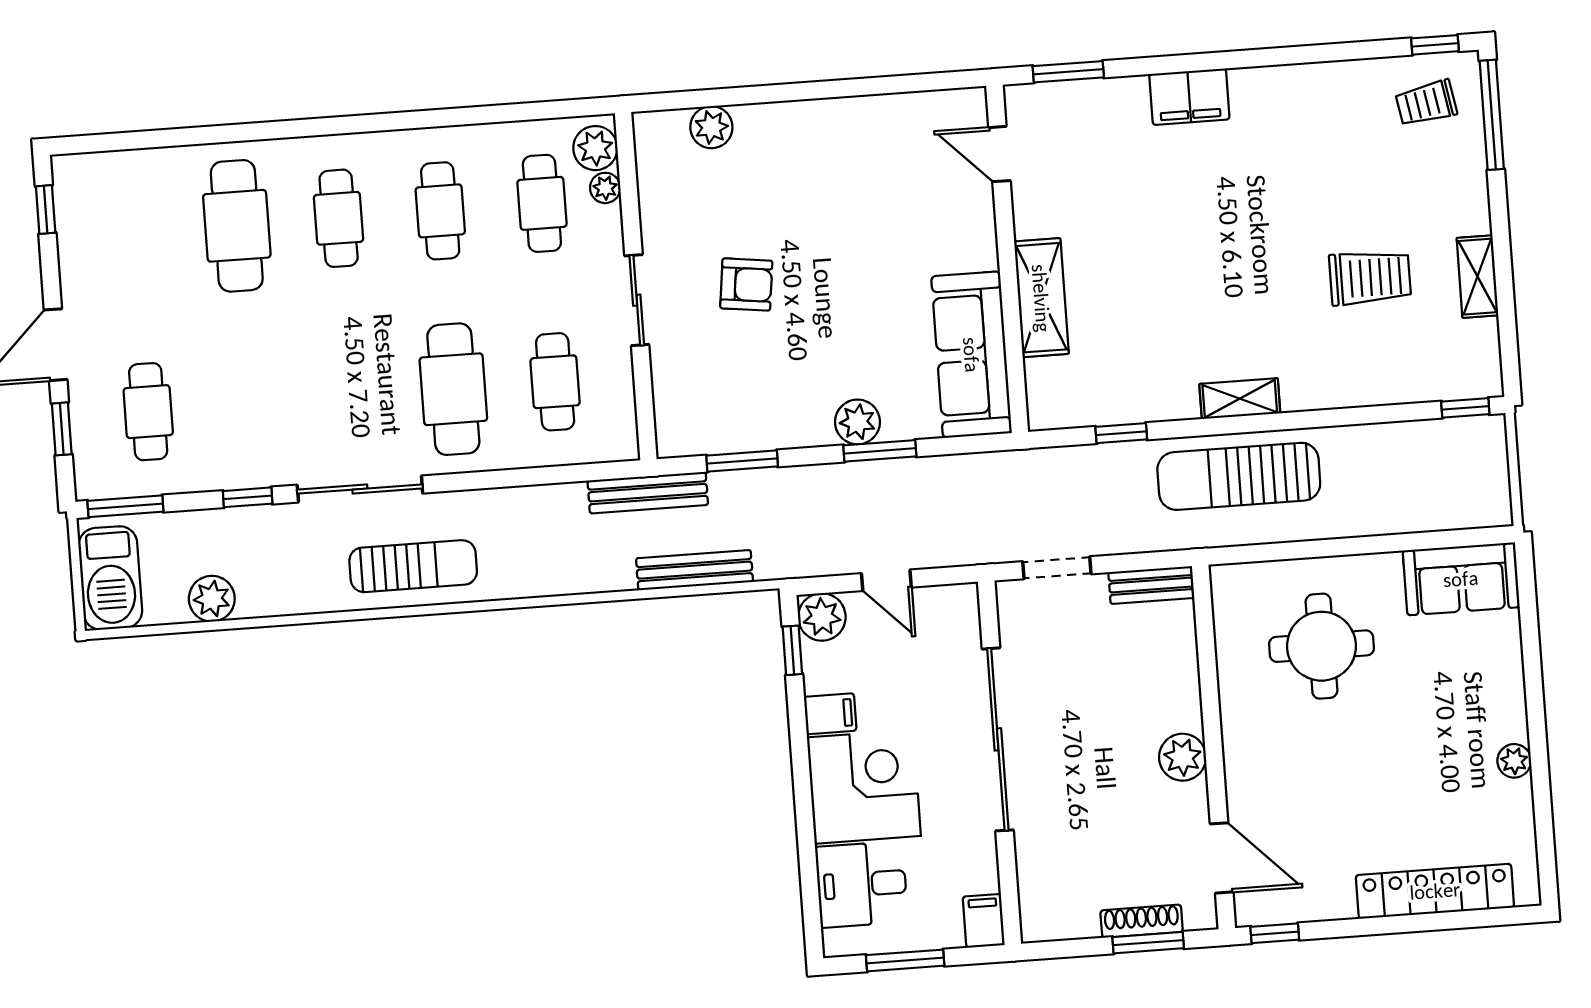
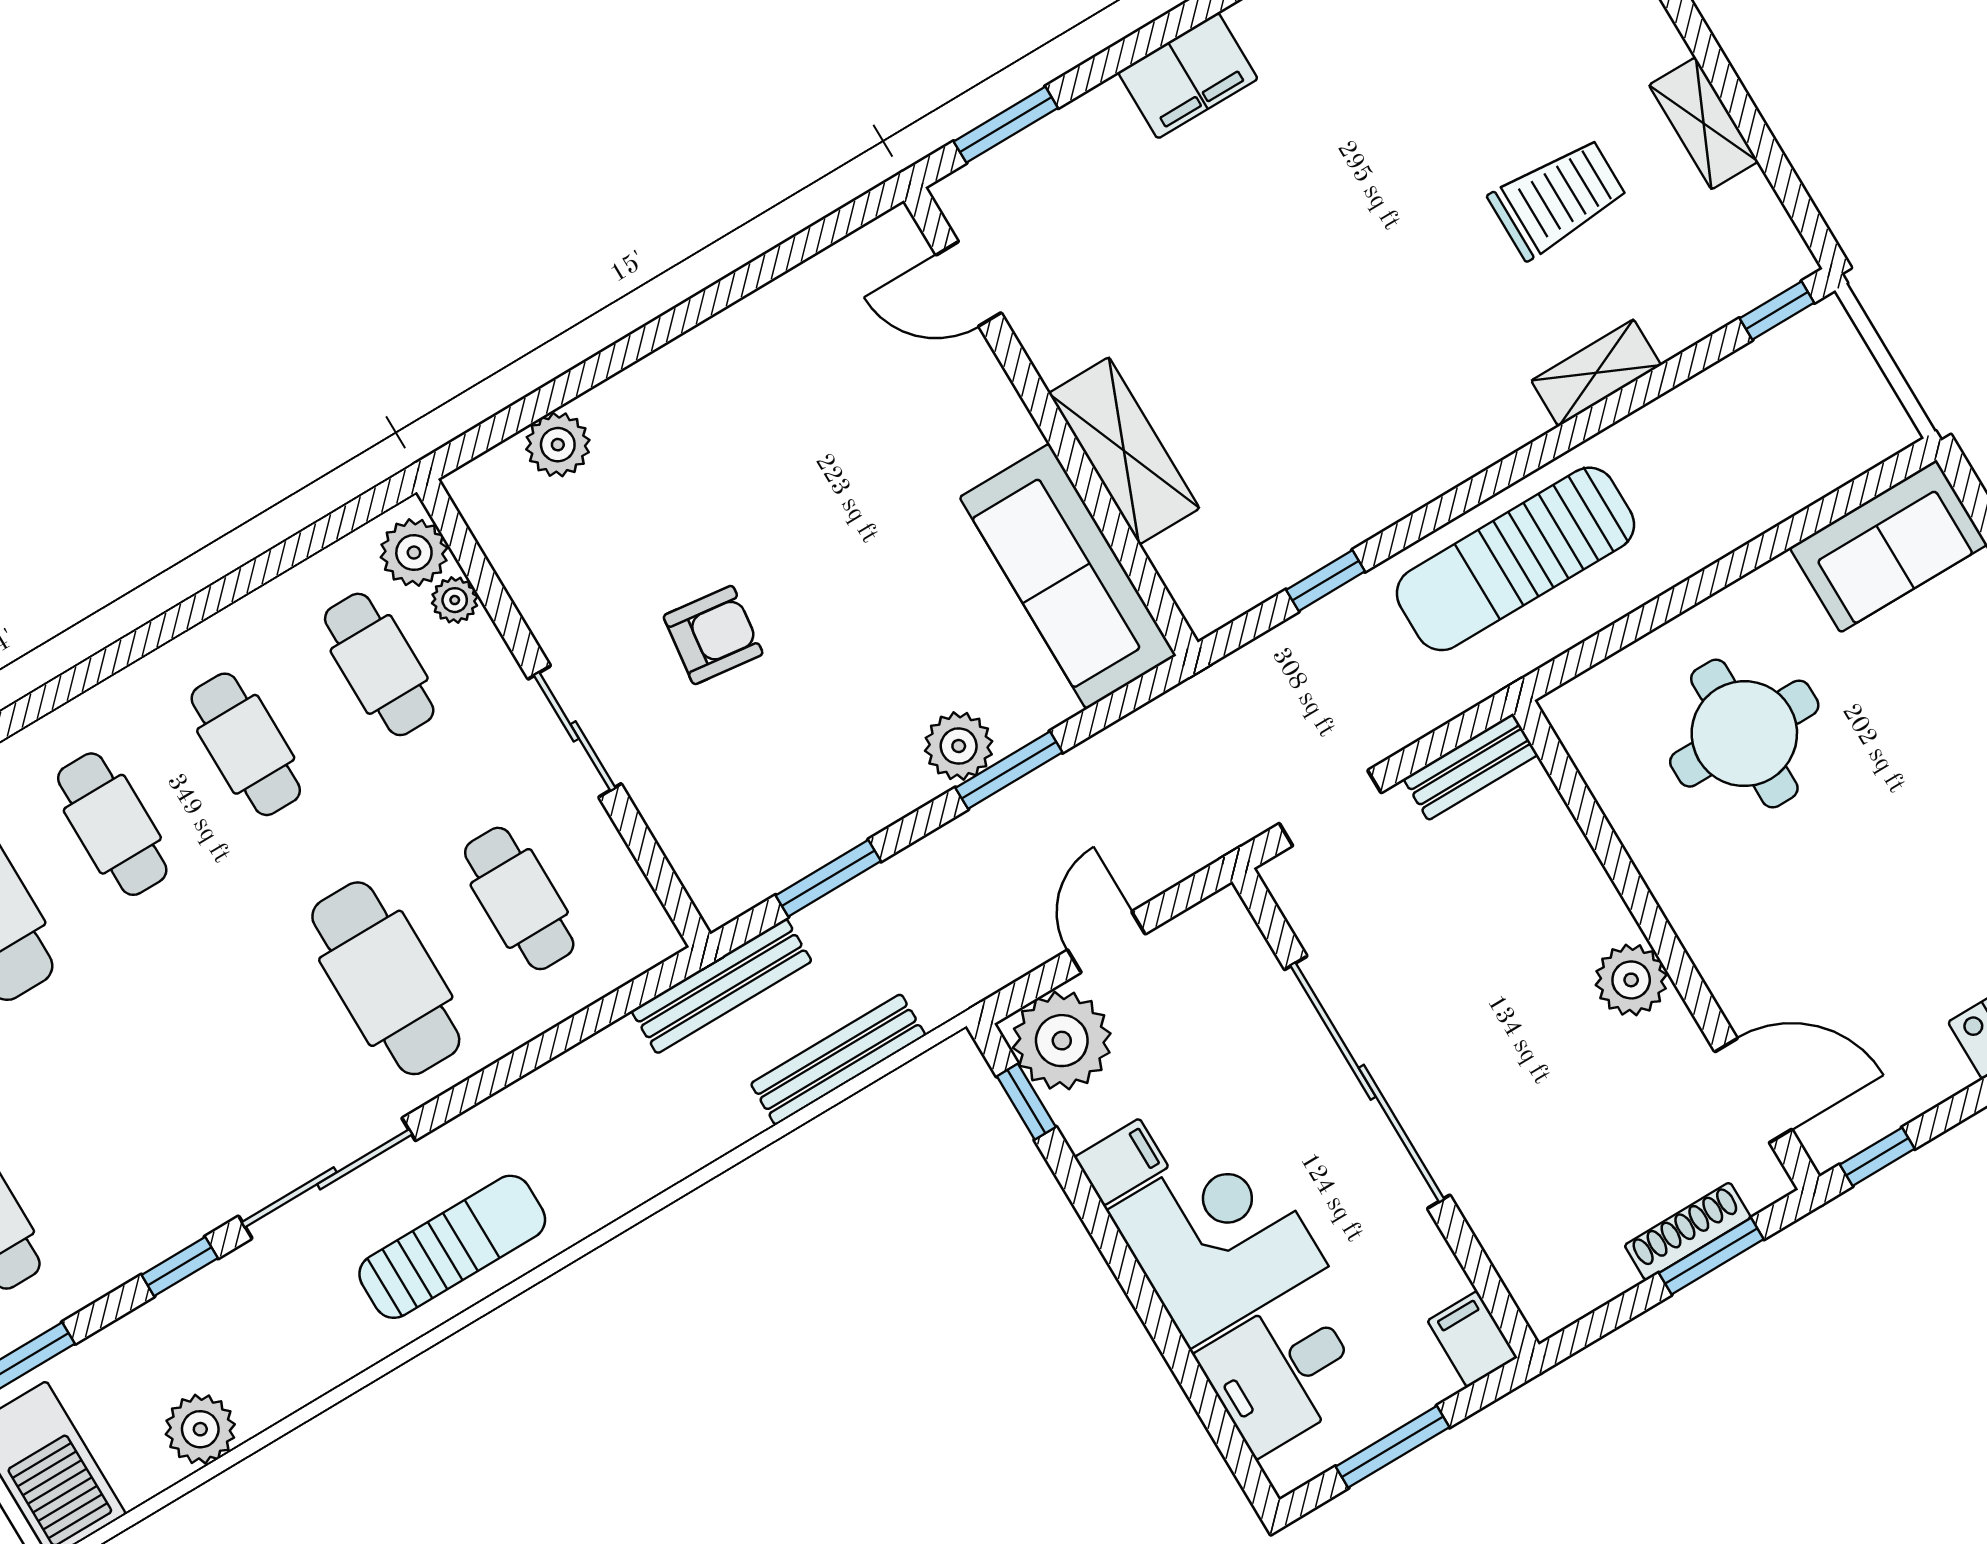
shelving: (1240, 399) -> (1596, 373), moved
door: (886, 580) -> (1106, 942), swing flipped
plant: (822, 617) -> (1062, 1041), width x1.36, depth x1.36

